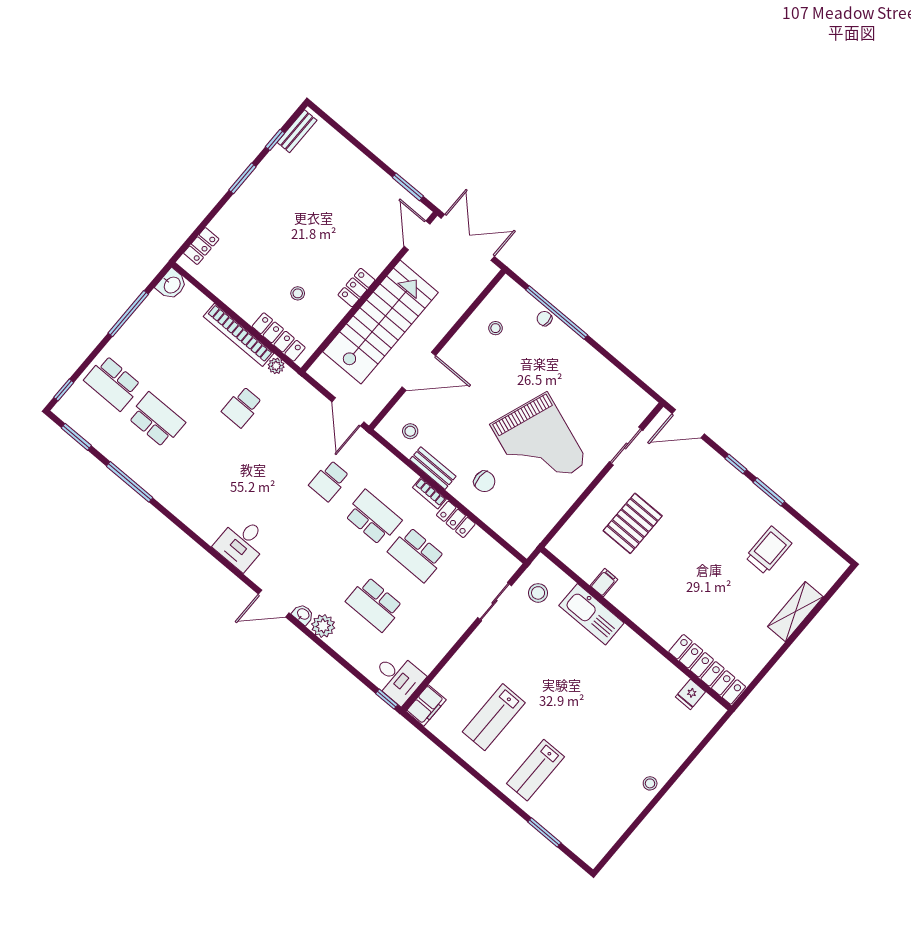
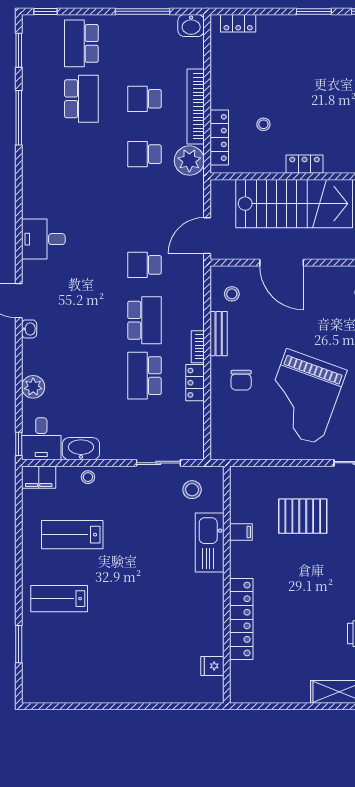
plant: (276, 366) -> (189, 161), width x1.87, depth x1.87
school desk: (374, 604) -> (145, 99), moved, width x0.54
plant: (323, 626) -> (33, 387), moved
washbasin: (432, 653) -> (81, 449), added
locker: (707, 669) -> (241, 619), moved
stool: (650, 783) -> (88, 477), moved

